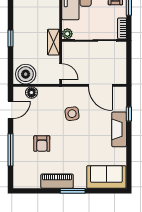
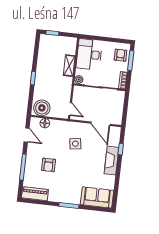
shelving: (54, 42) -> (69, 66), moved
door: (11, 110) -> (27, 135), hinge flipped
piano: (57, 181) -> (35, 194), moved

